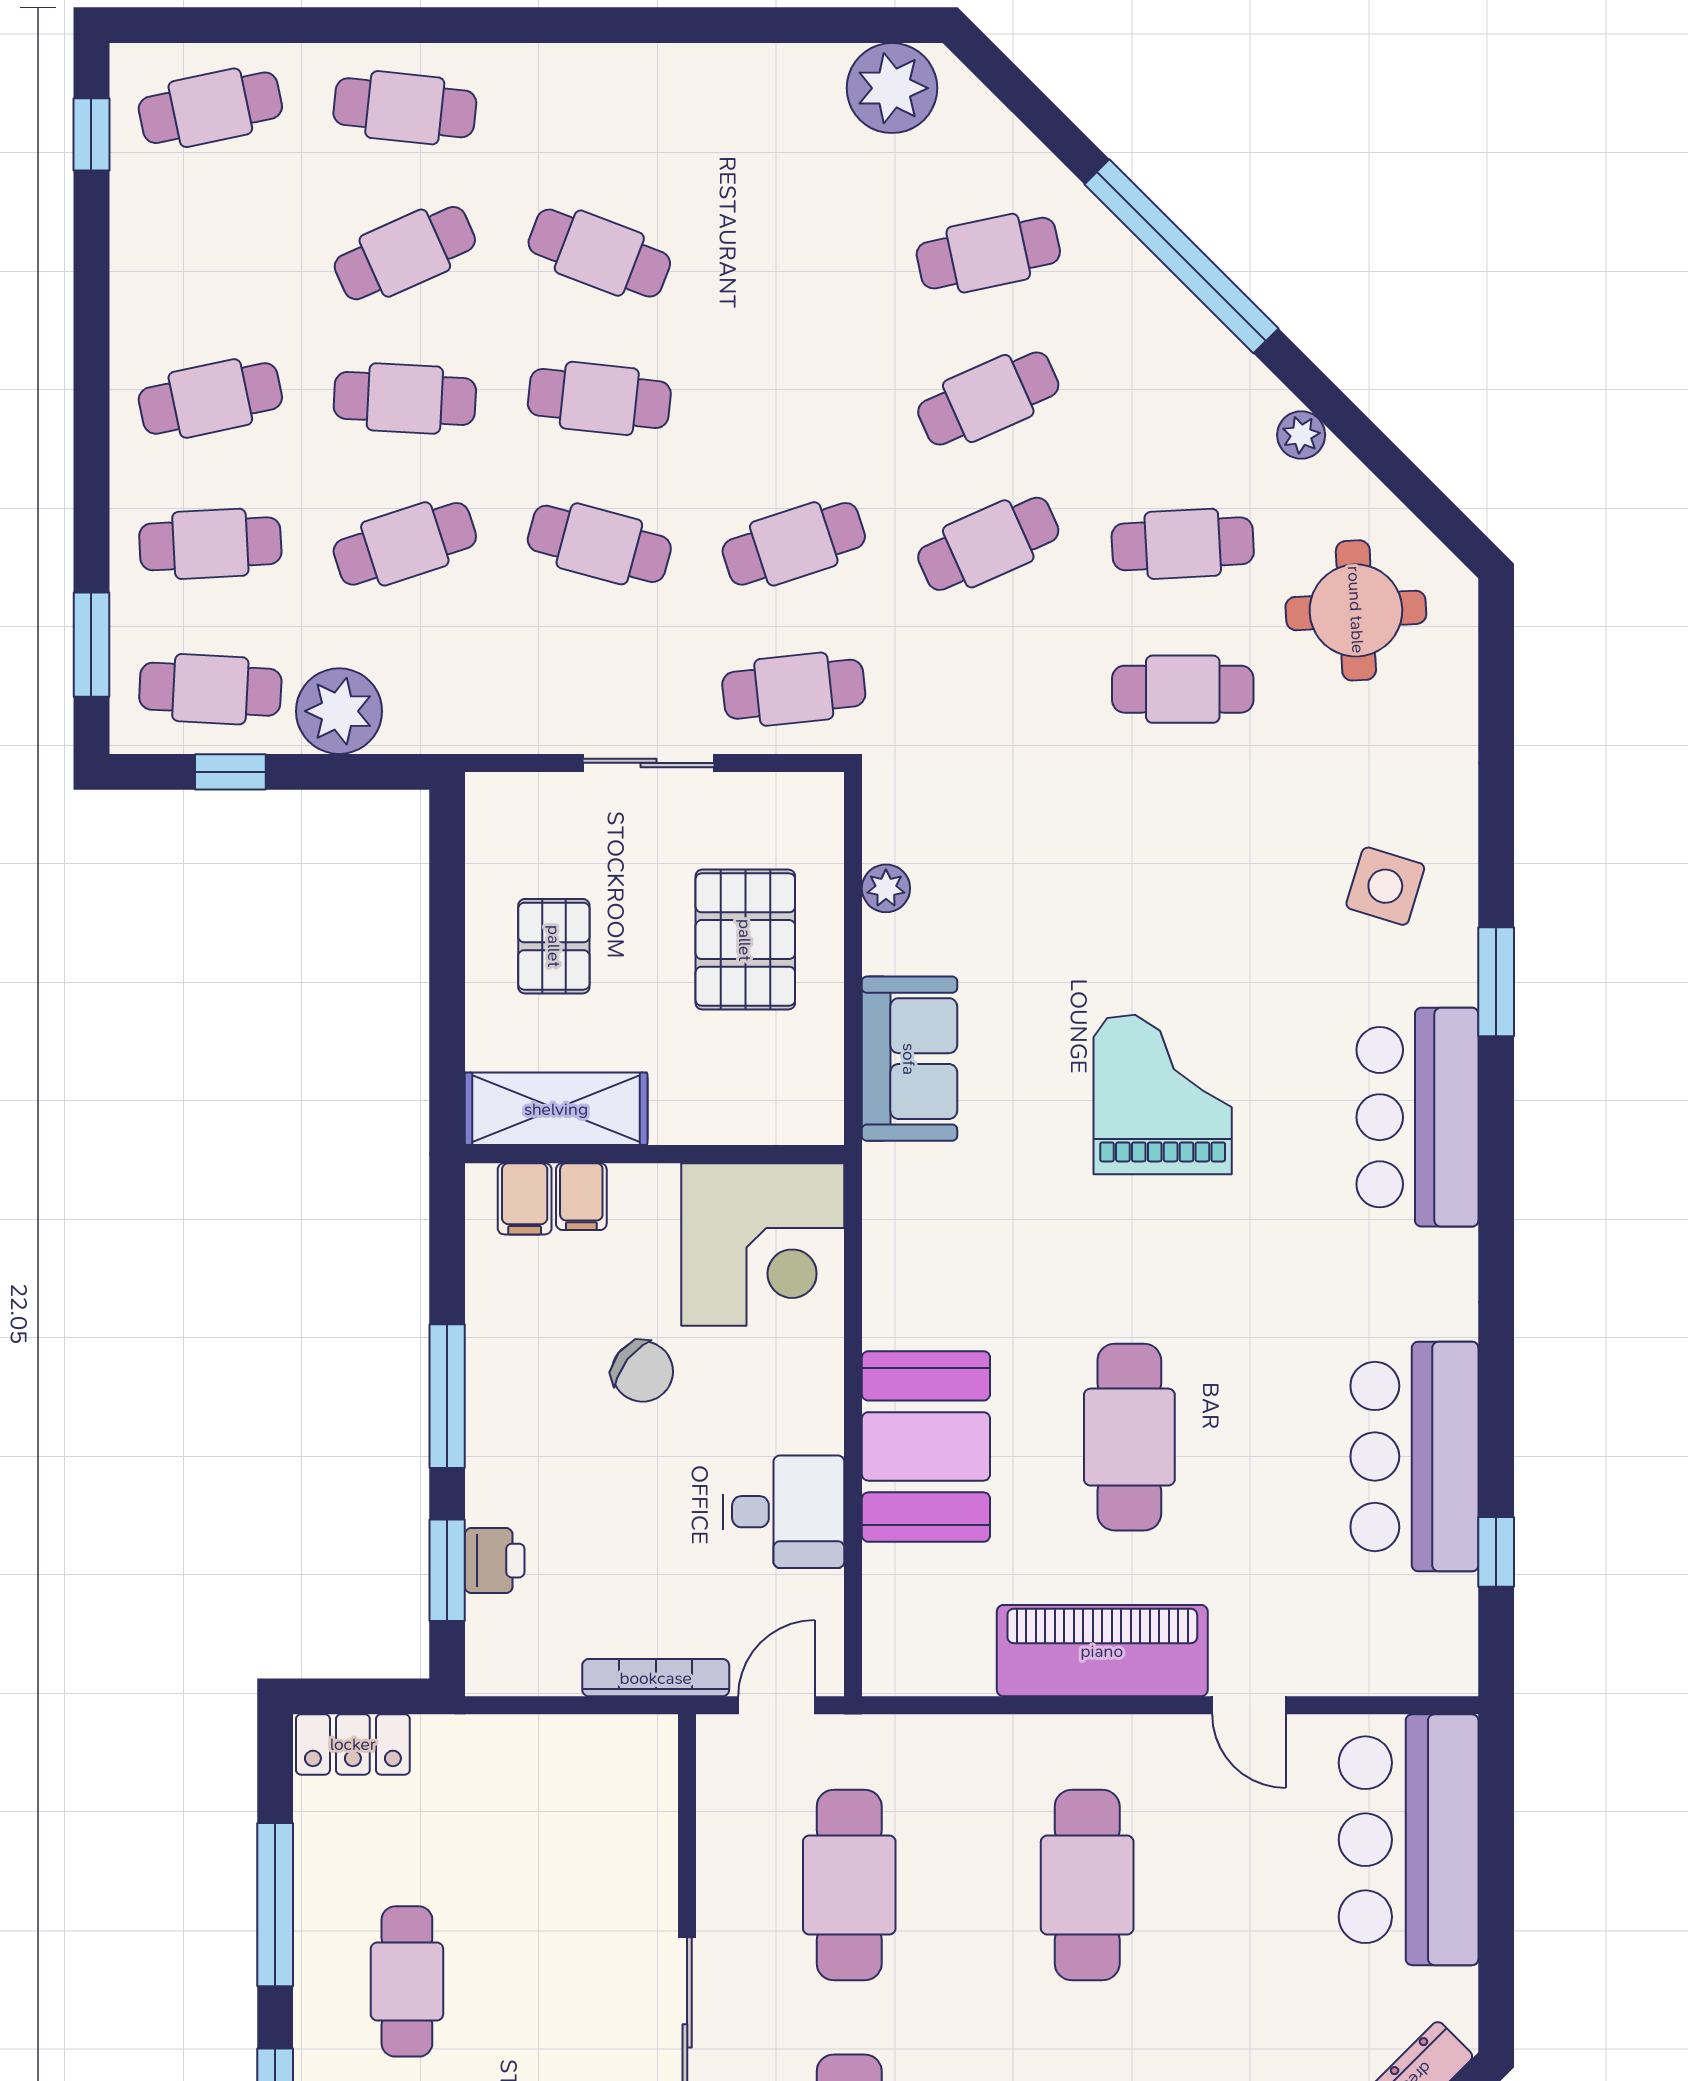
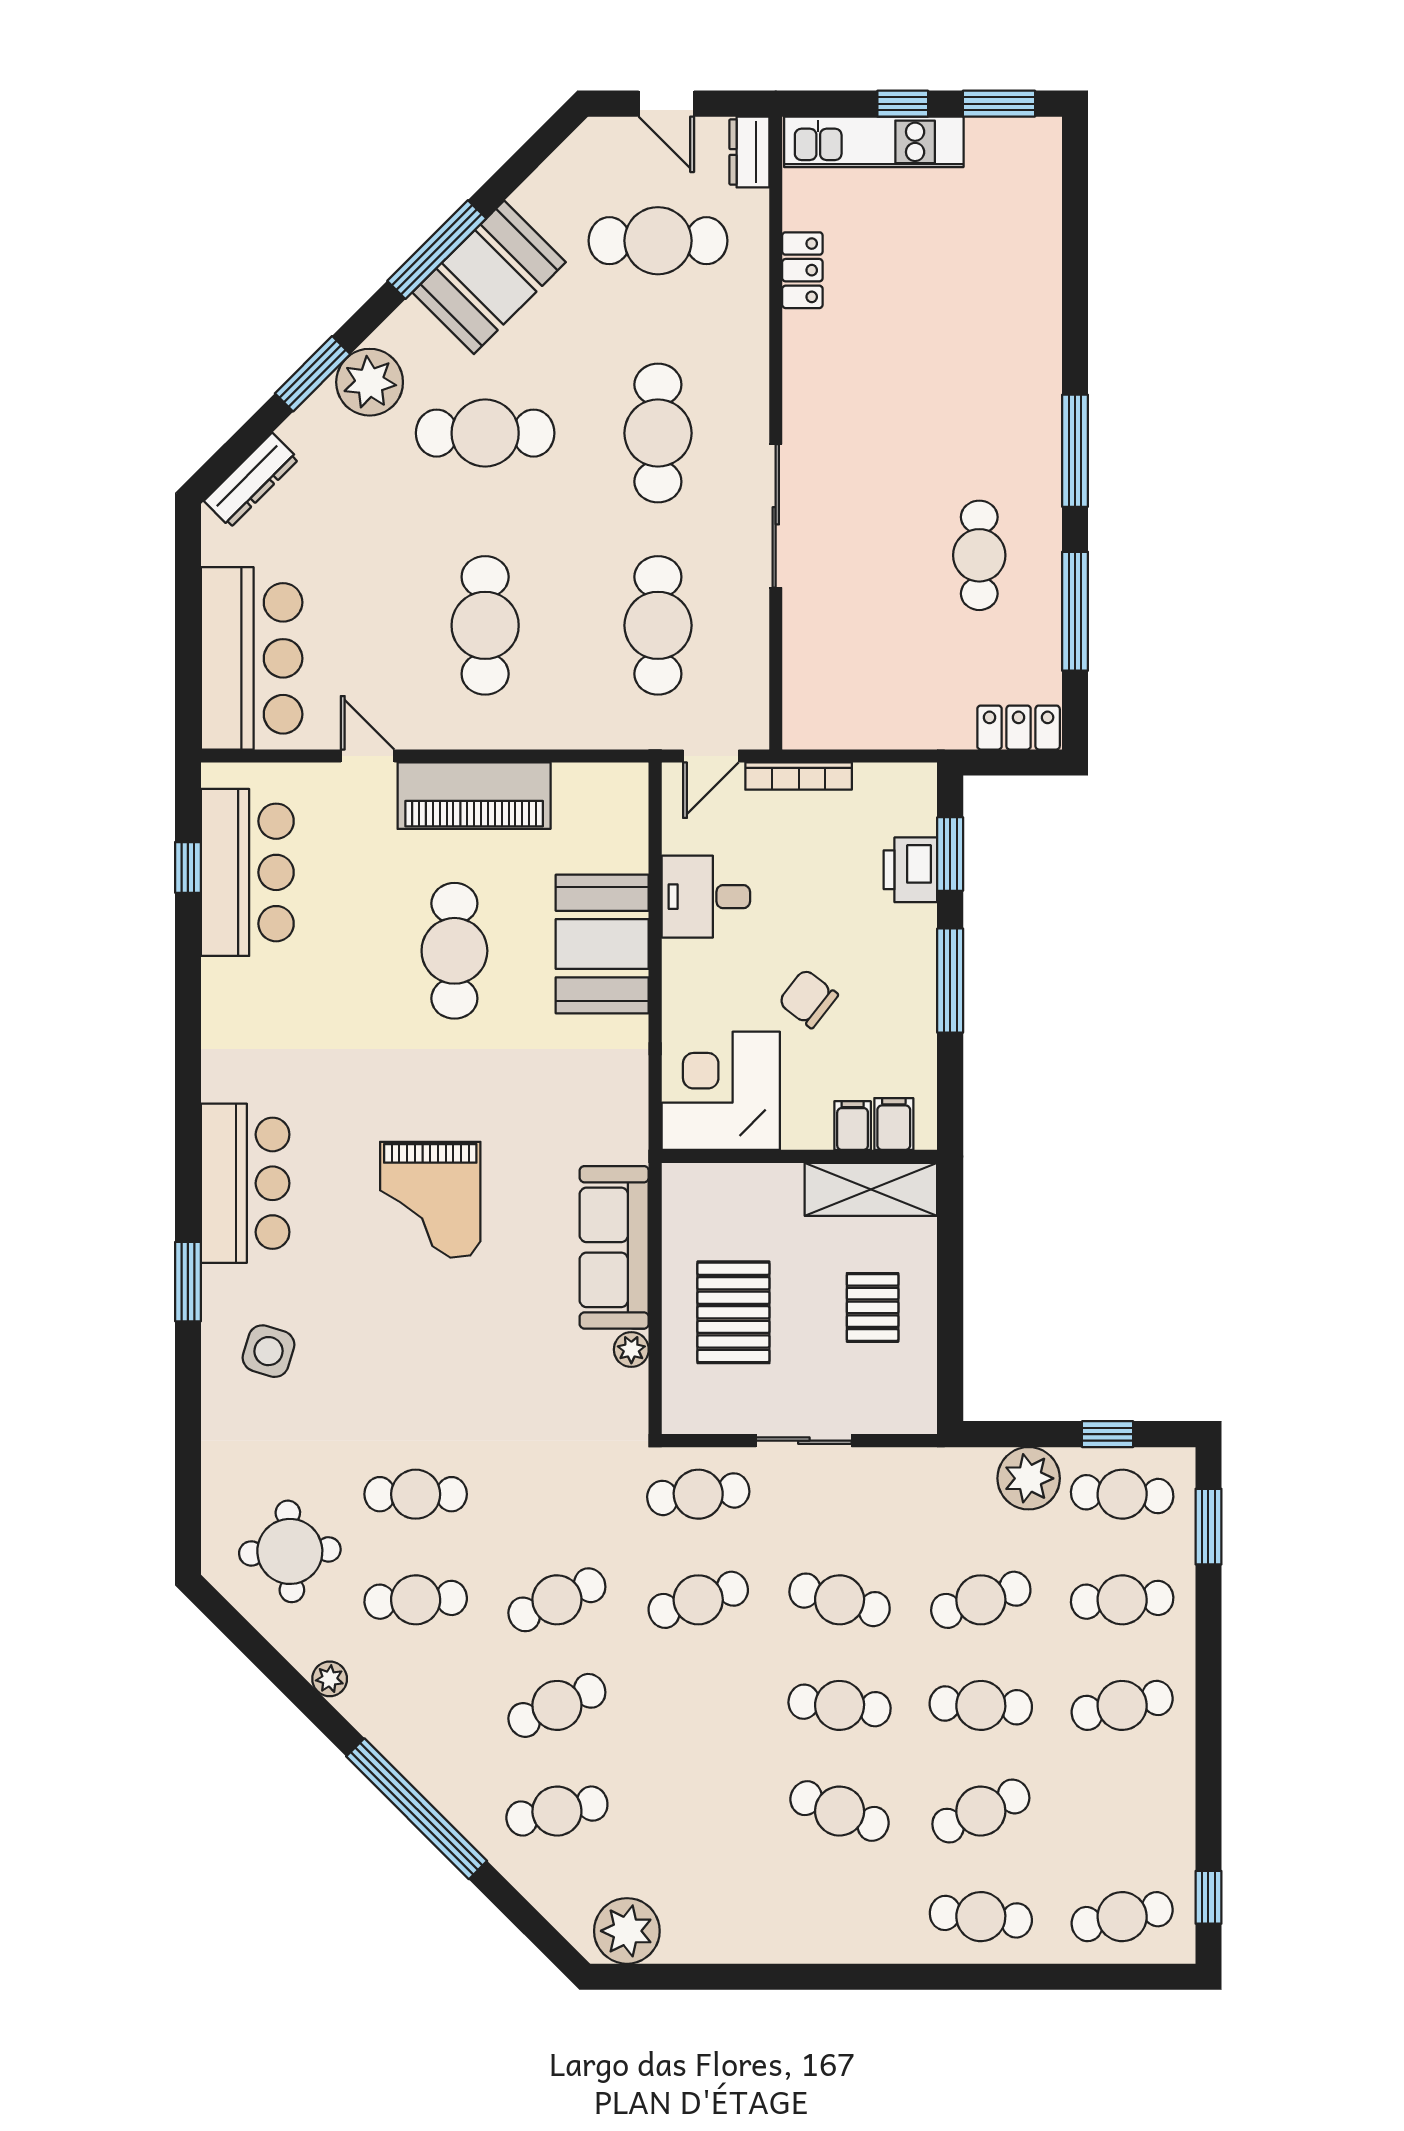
sofa: (909, 1059) -> (614, 1247), width x1.36
bar counter: (1414, 1456) -> (247, 872), moved
printer: (495, 1561) -> (910, 870), width x1.36, depth x1.24

